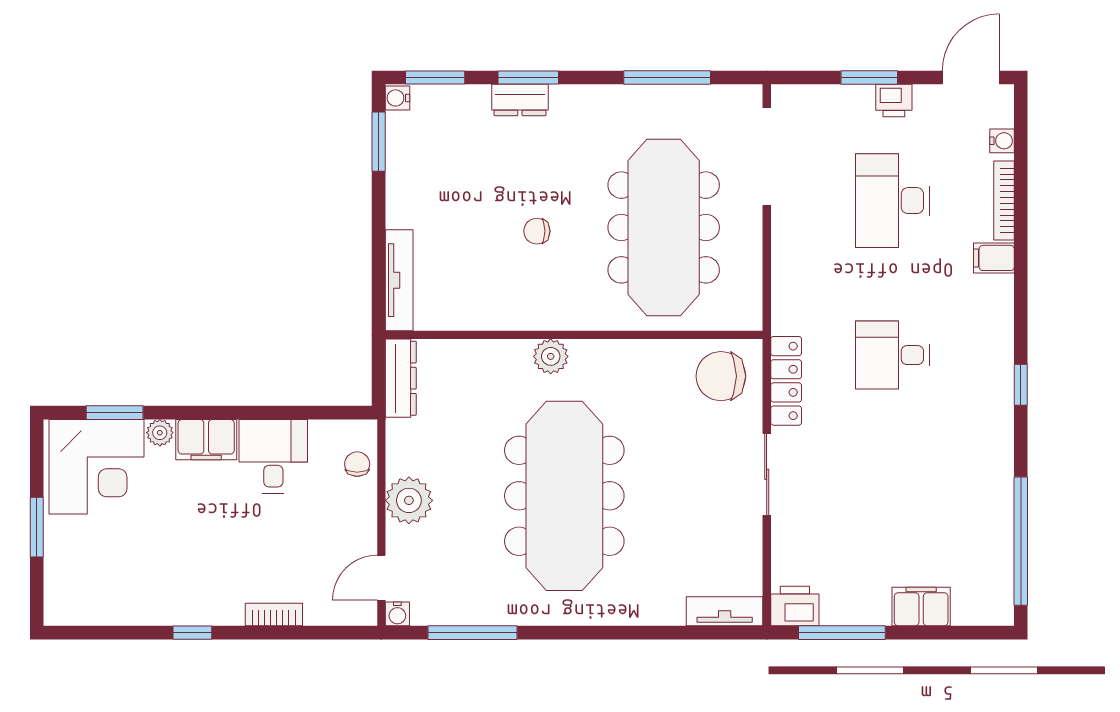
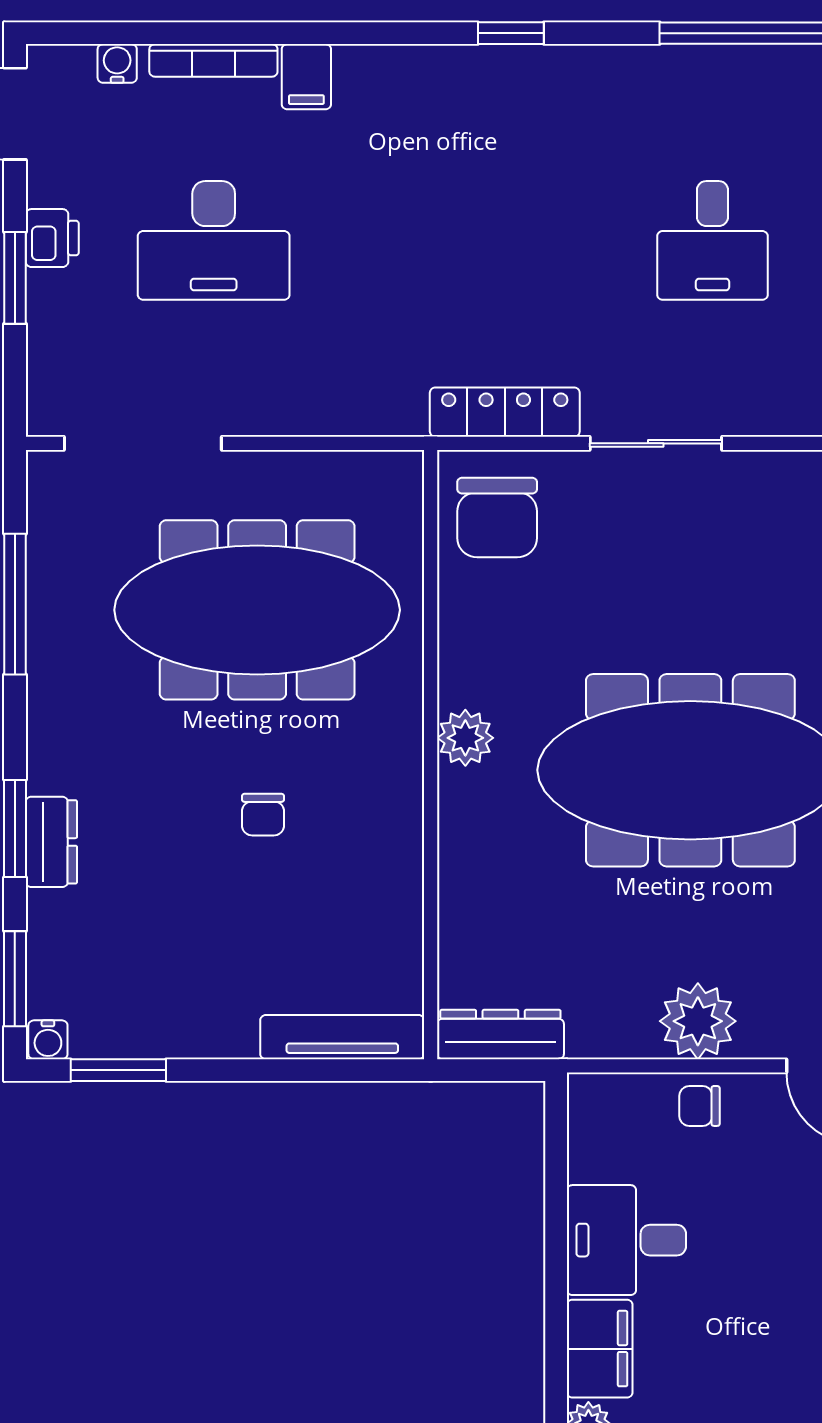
desk: (892, 355) -> (712, 240), moved
plant: (551, 356) -> (465, 738), moved
chair: (357, 464) -> (699, 1106), moved

